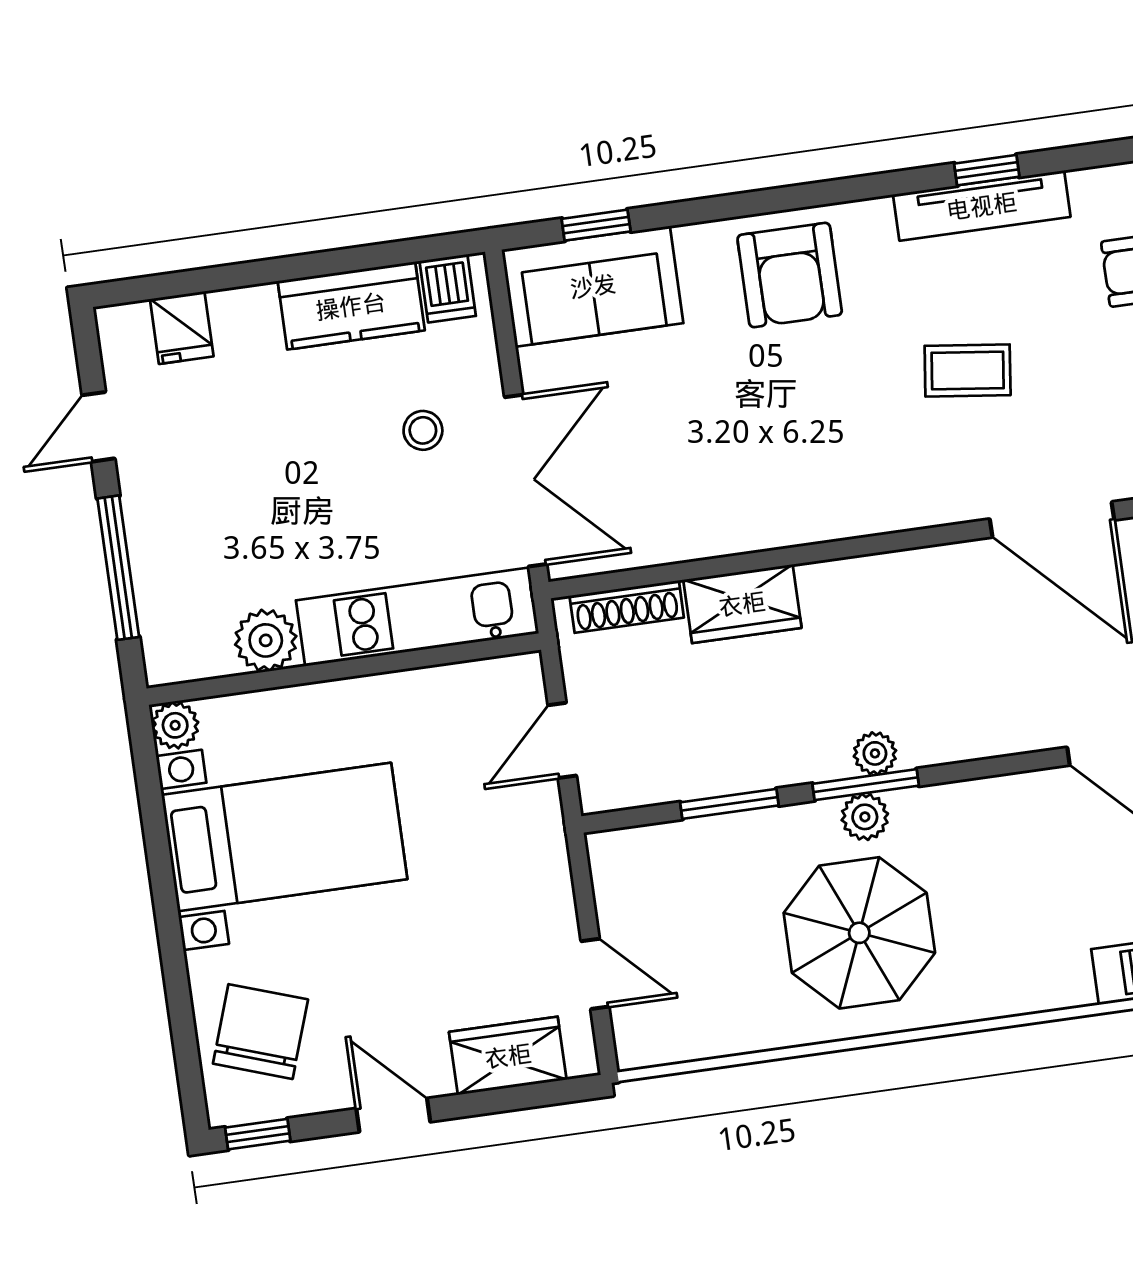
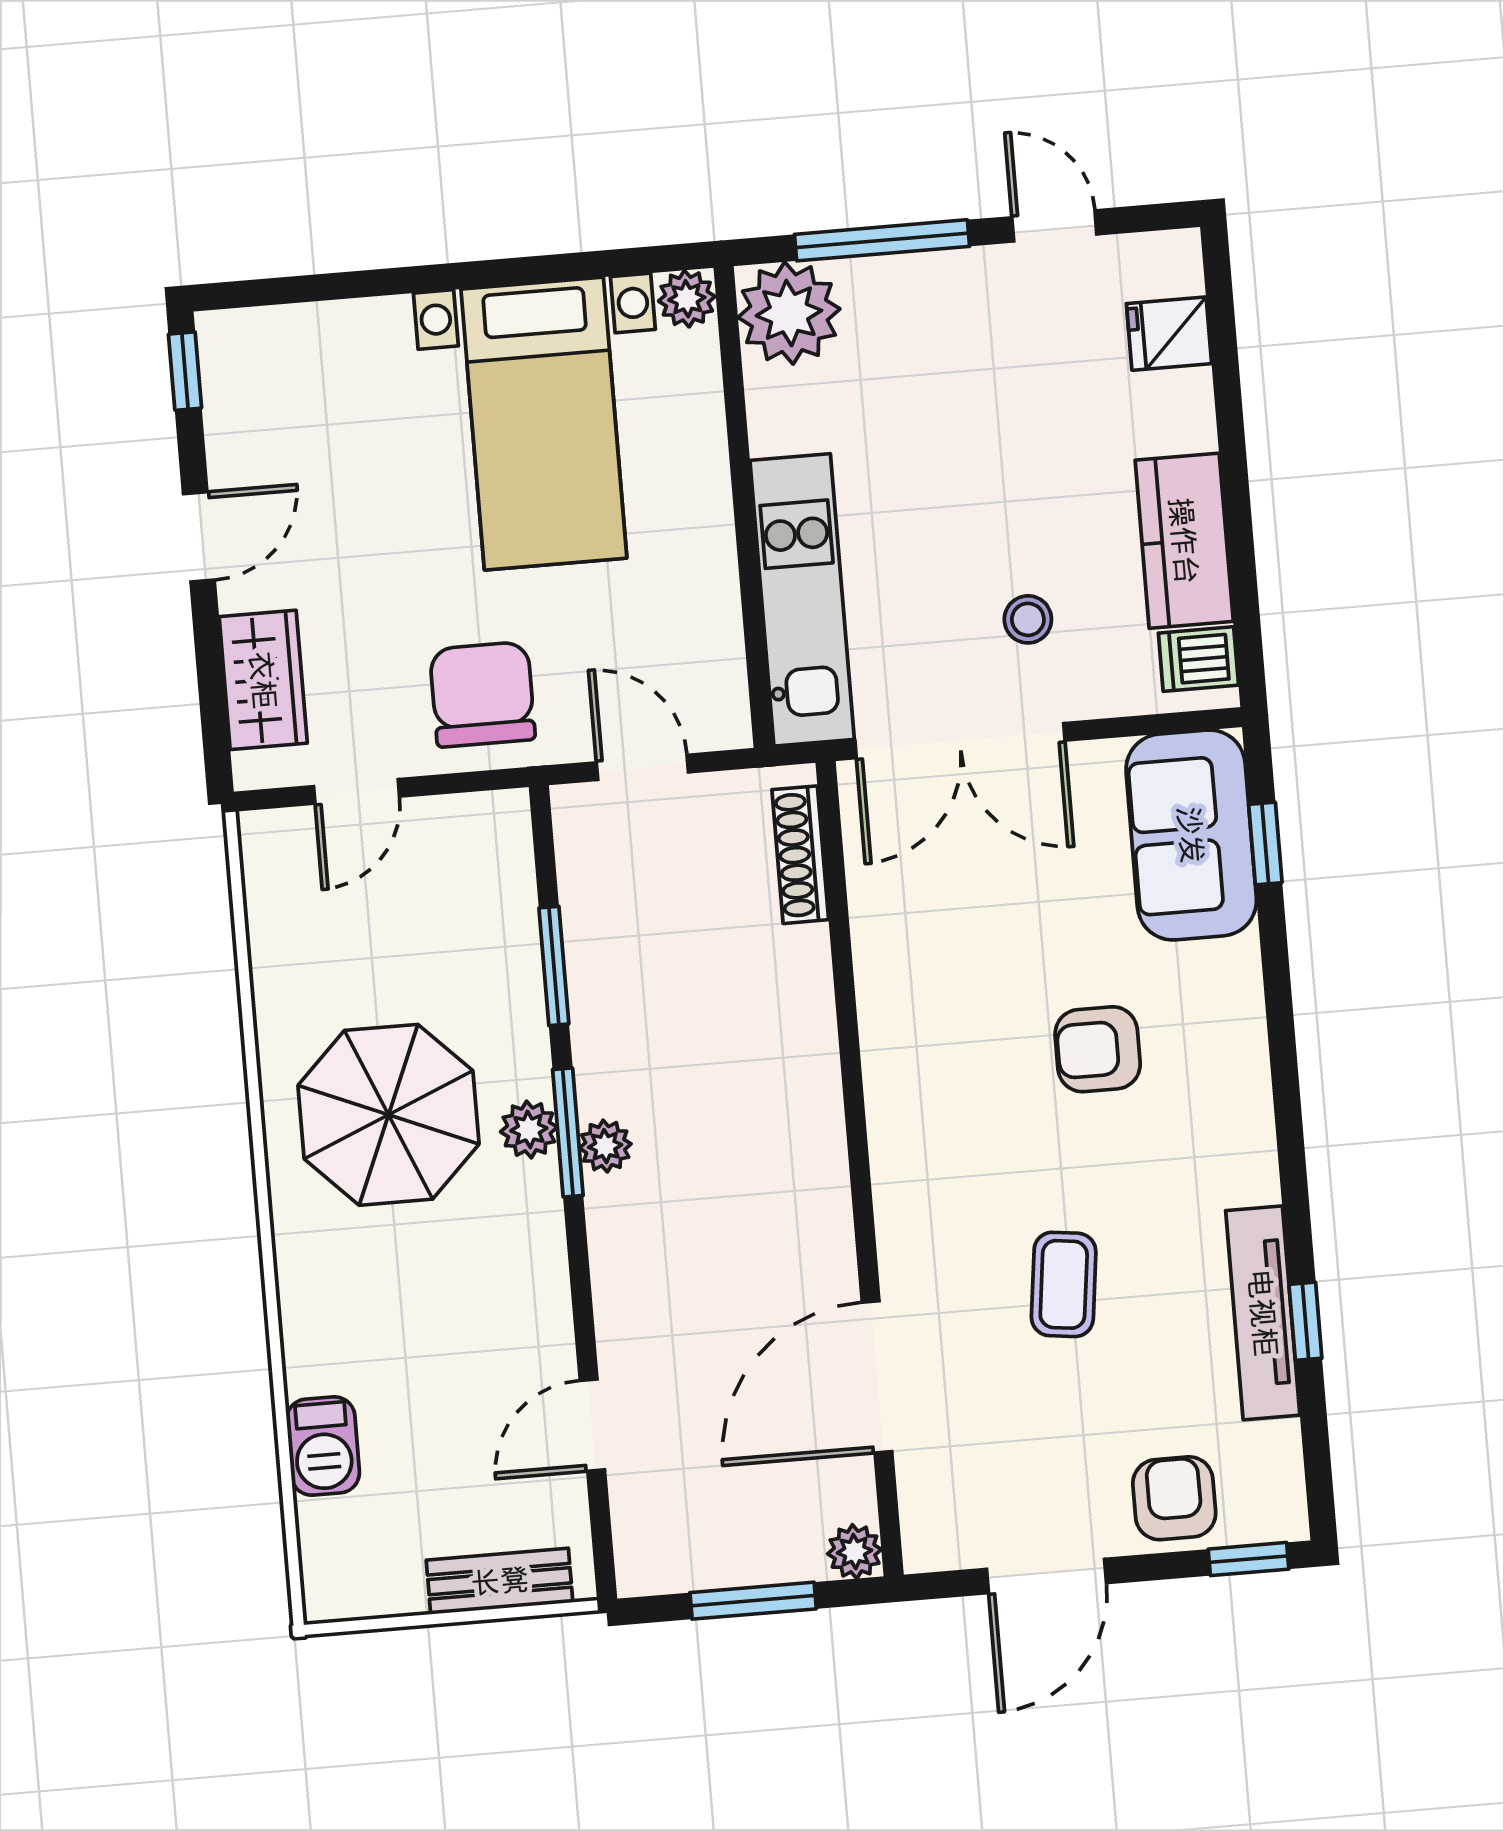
armchair: (790, 275) -> (1098, 1049), moved, width x0.72, depth x0.72
wardrobe: (742, 604) -> (796, 995), removed
plant: (266, 640) -> (789, 313), moved, width x1.36, depth x1.36
chair: (260, 1032) -> (482, 694), moved, turned -109

